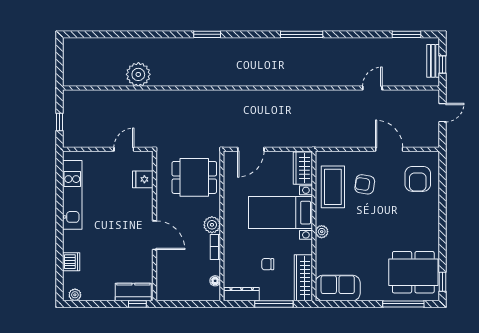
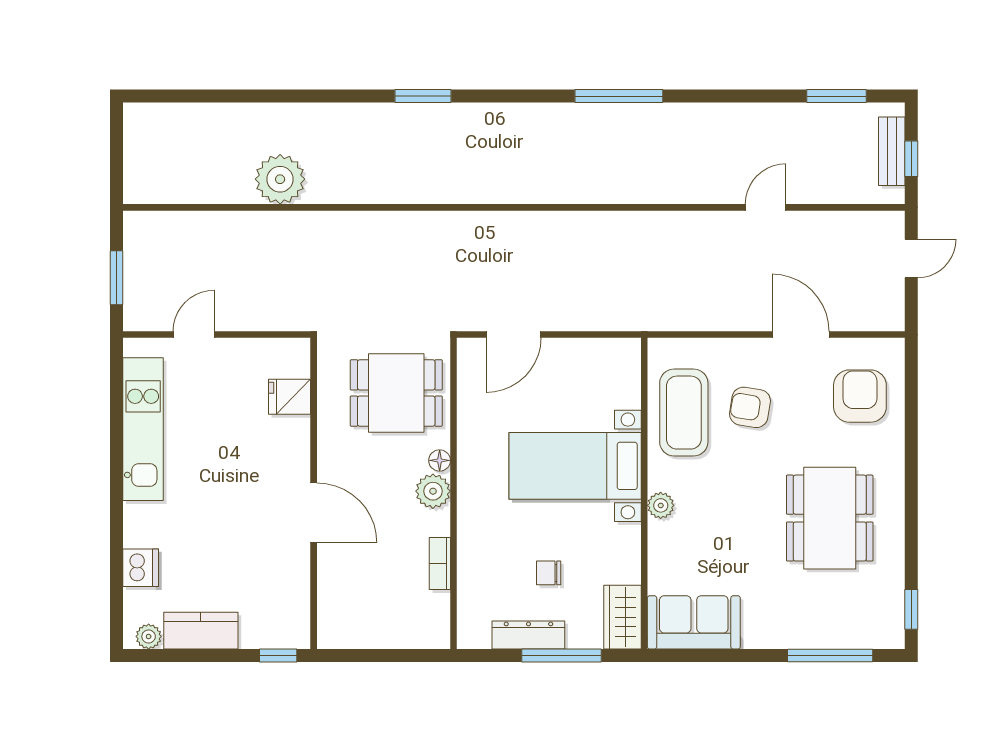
window: (59, 122) -> (117, 278), width x1.50
door: (124, 149) -> (194, 334), moved
wardrobe: (303, 168) -> (621, 374), removed
armchair: (418, 179) -> (860, 396), turned 180
bookcase: (215, 247) -> (440, 564), moved
dining table: (413, 272) -> (830, 518), moved, turned 90
wardrobe: (303, 278) -> (623, 617), width x0.67
floor lamp: (215, 281) -> (440, 460), moved
kitchen counter: (133, 292) -> (201, 631), moved
dresser: (242, 294) -> (528, 635), moved

